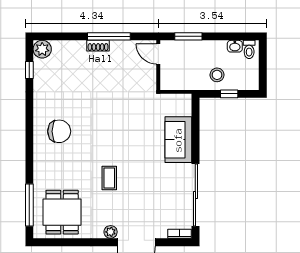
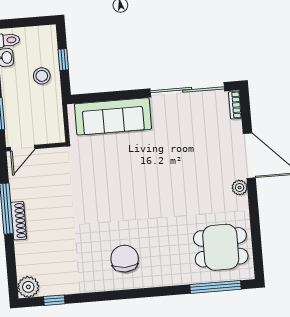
shoe rack: (98, 46) -> (19, 221), width x1.43
sofa: (178, 140) -> (113, 116), width x1.36
coffee table: (109, 178) -> (175, 194), removed

